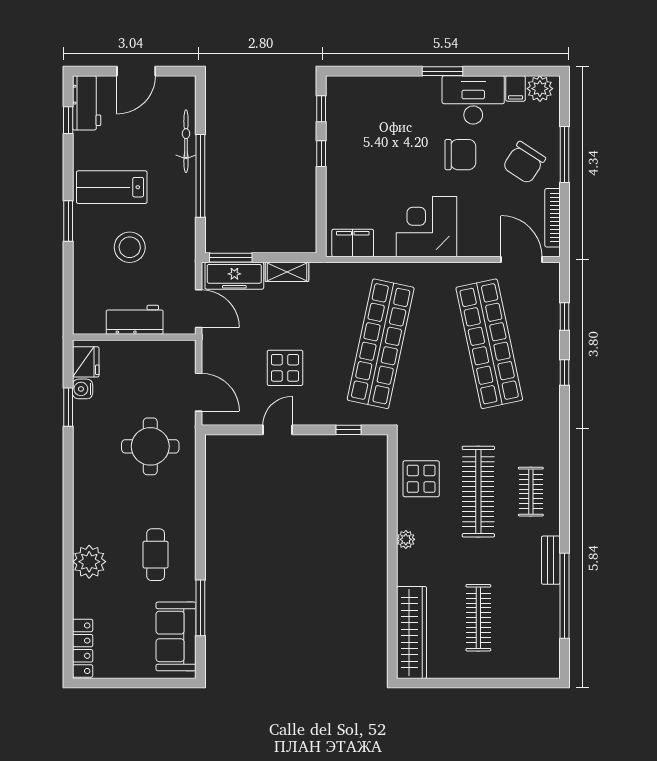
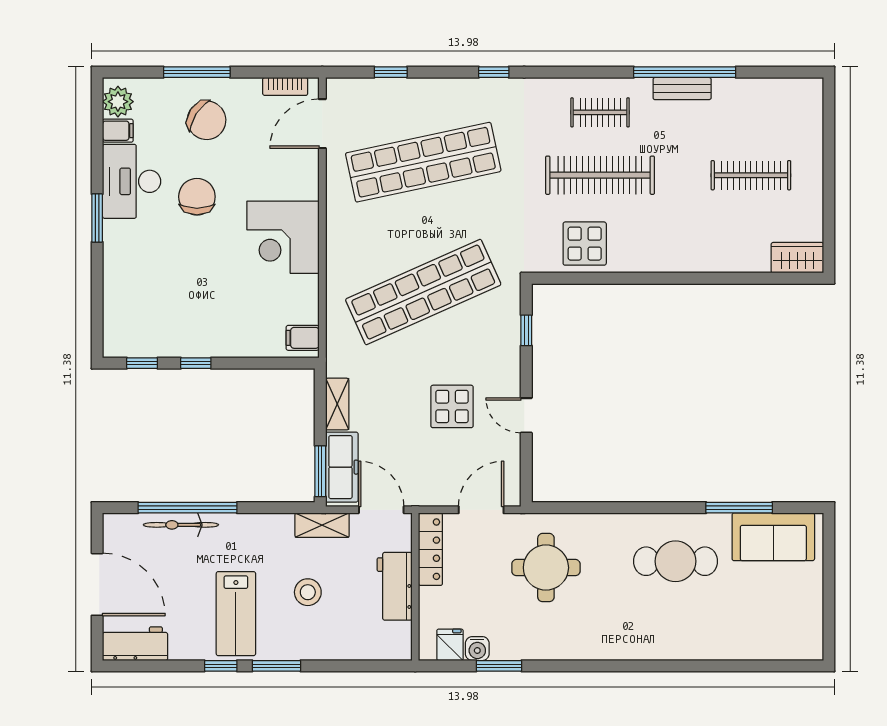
door: (136, 71) -> (97, 584), width x1.36
window: (68, 120) -> (221, 666), moved
window: (200, 176) -> (188, 508), moved
bookcase: (553, 218) -> (285, 86), width x0.64
filing cabinet: (353, 243) -> (303, 338), width x0.50
stool: (130, 247) -> (308, 592), width x0.73, depth x0.73
shelving: (186, 259) -> (322, 525), added
door: (199, 309) -> (381, 510), hinge flipped
shop shelf: (381, 344) -> (423, 292), turned -36
fridge: (86, 362) -> (450, 645), width x0.72
window: (564, 372) -> (494, 72), moved
plant: (406, 539) -> (657, 262), removed
cafe table: (156, 555) -> (676, 561), width x1.37, depth x1.35
plant: (89, 562) -> (684, 641), removed
window: (564, 596) -> (685, 72), moved
wardrobe: (412, 632) -> (797, 258), width x0.48, depth x0.85
locker: (83, 648) -> (430, 549), moved, turned 90

